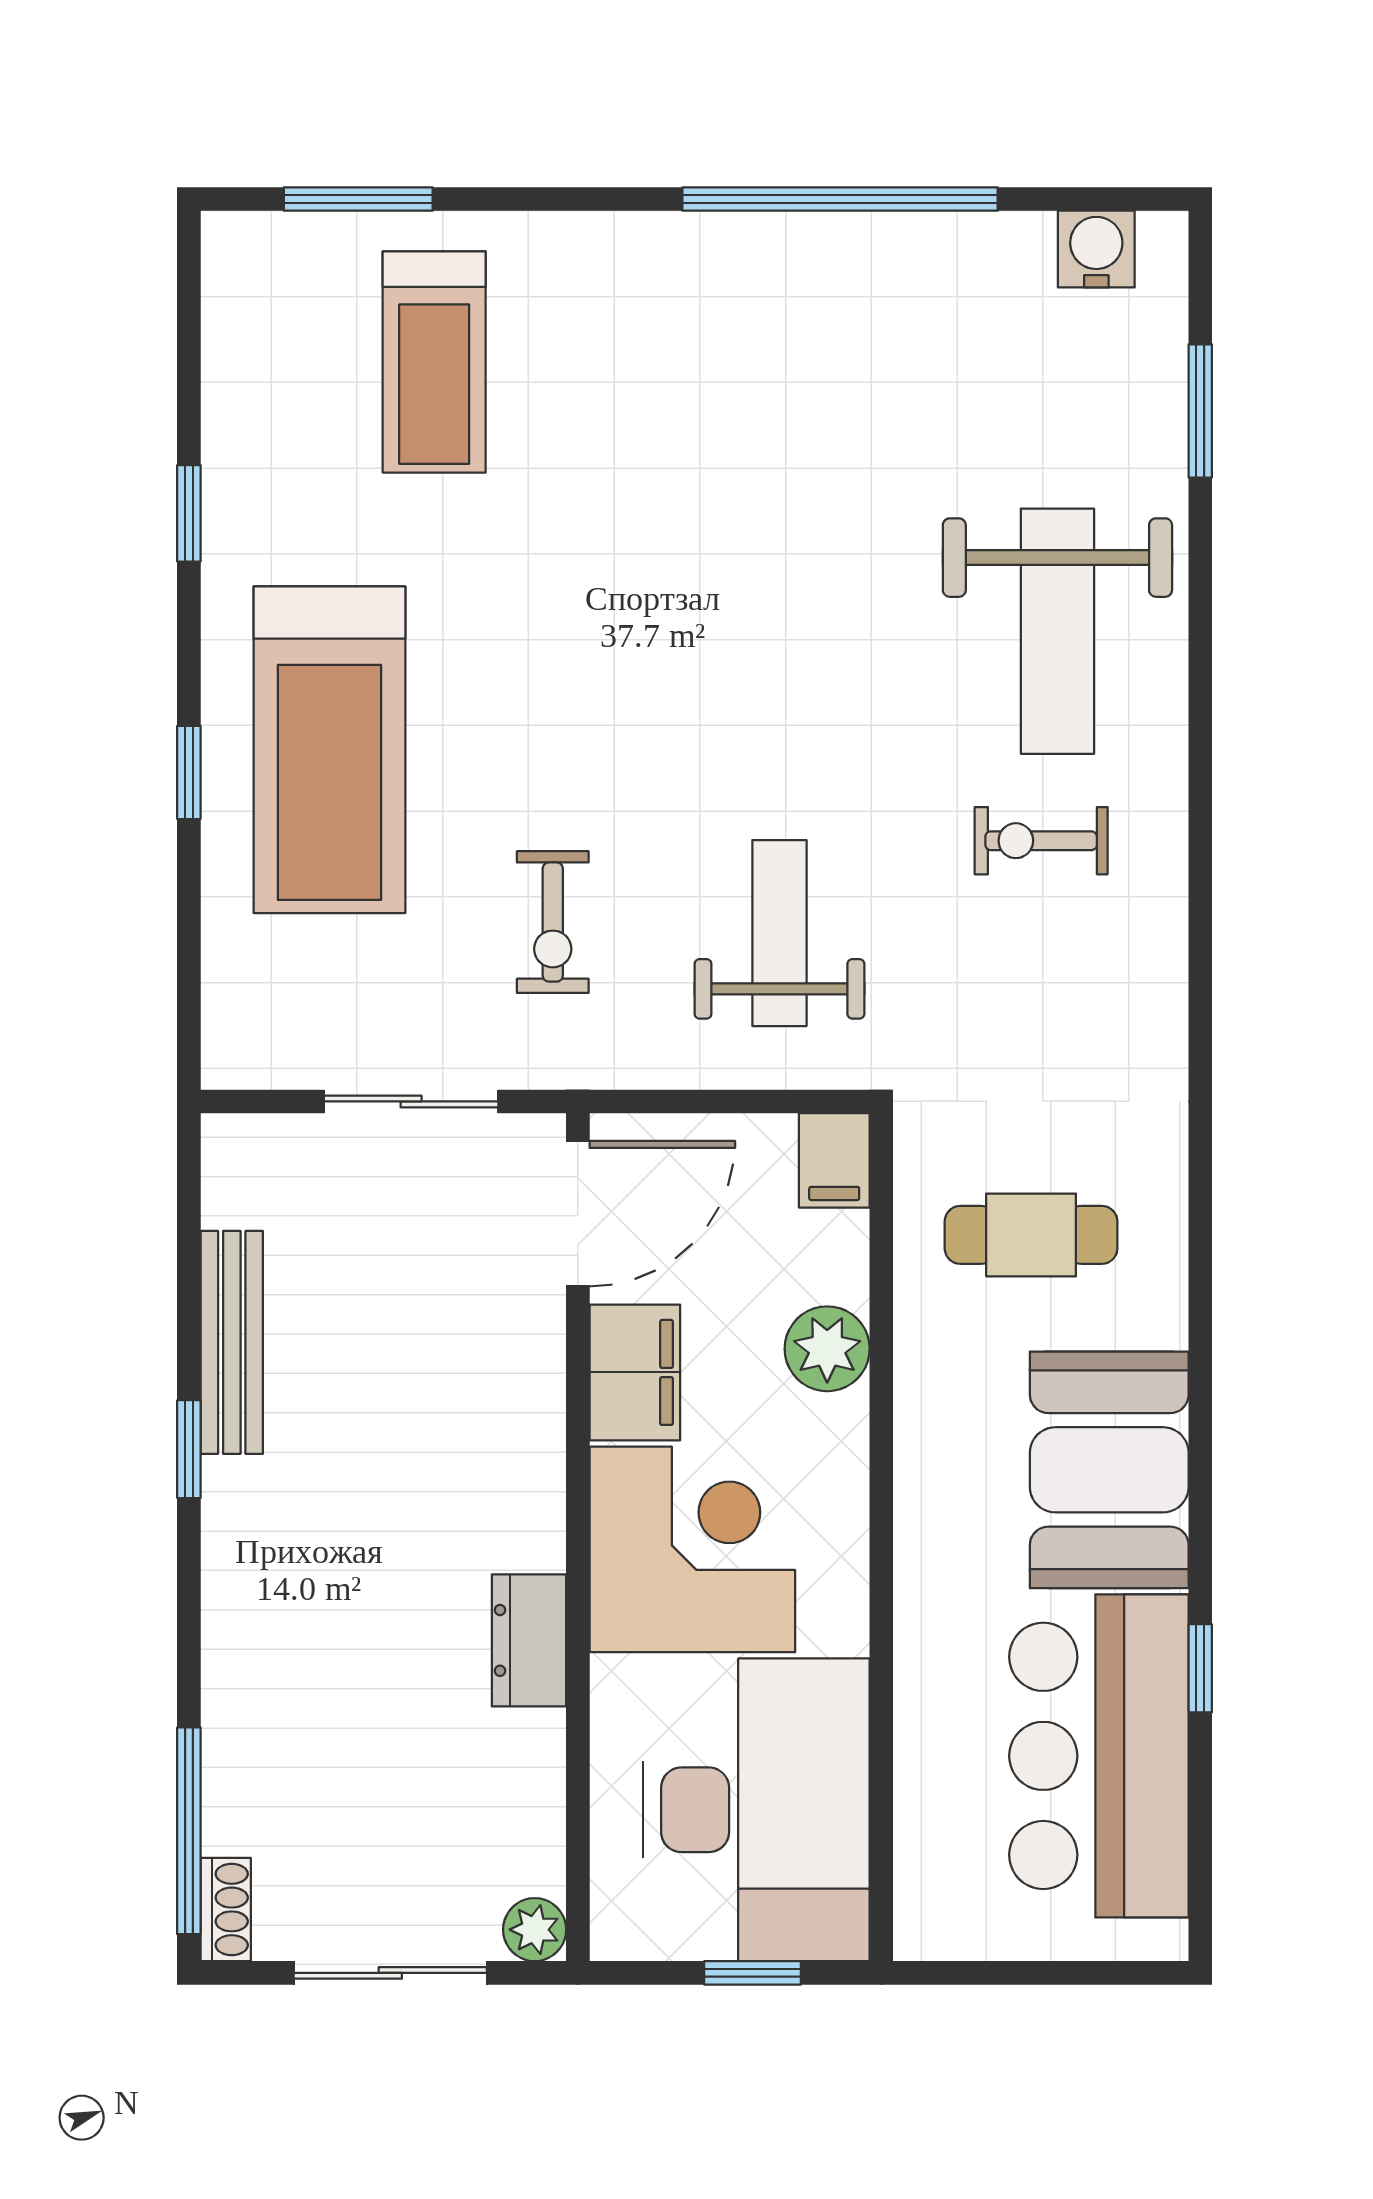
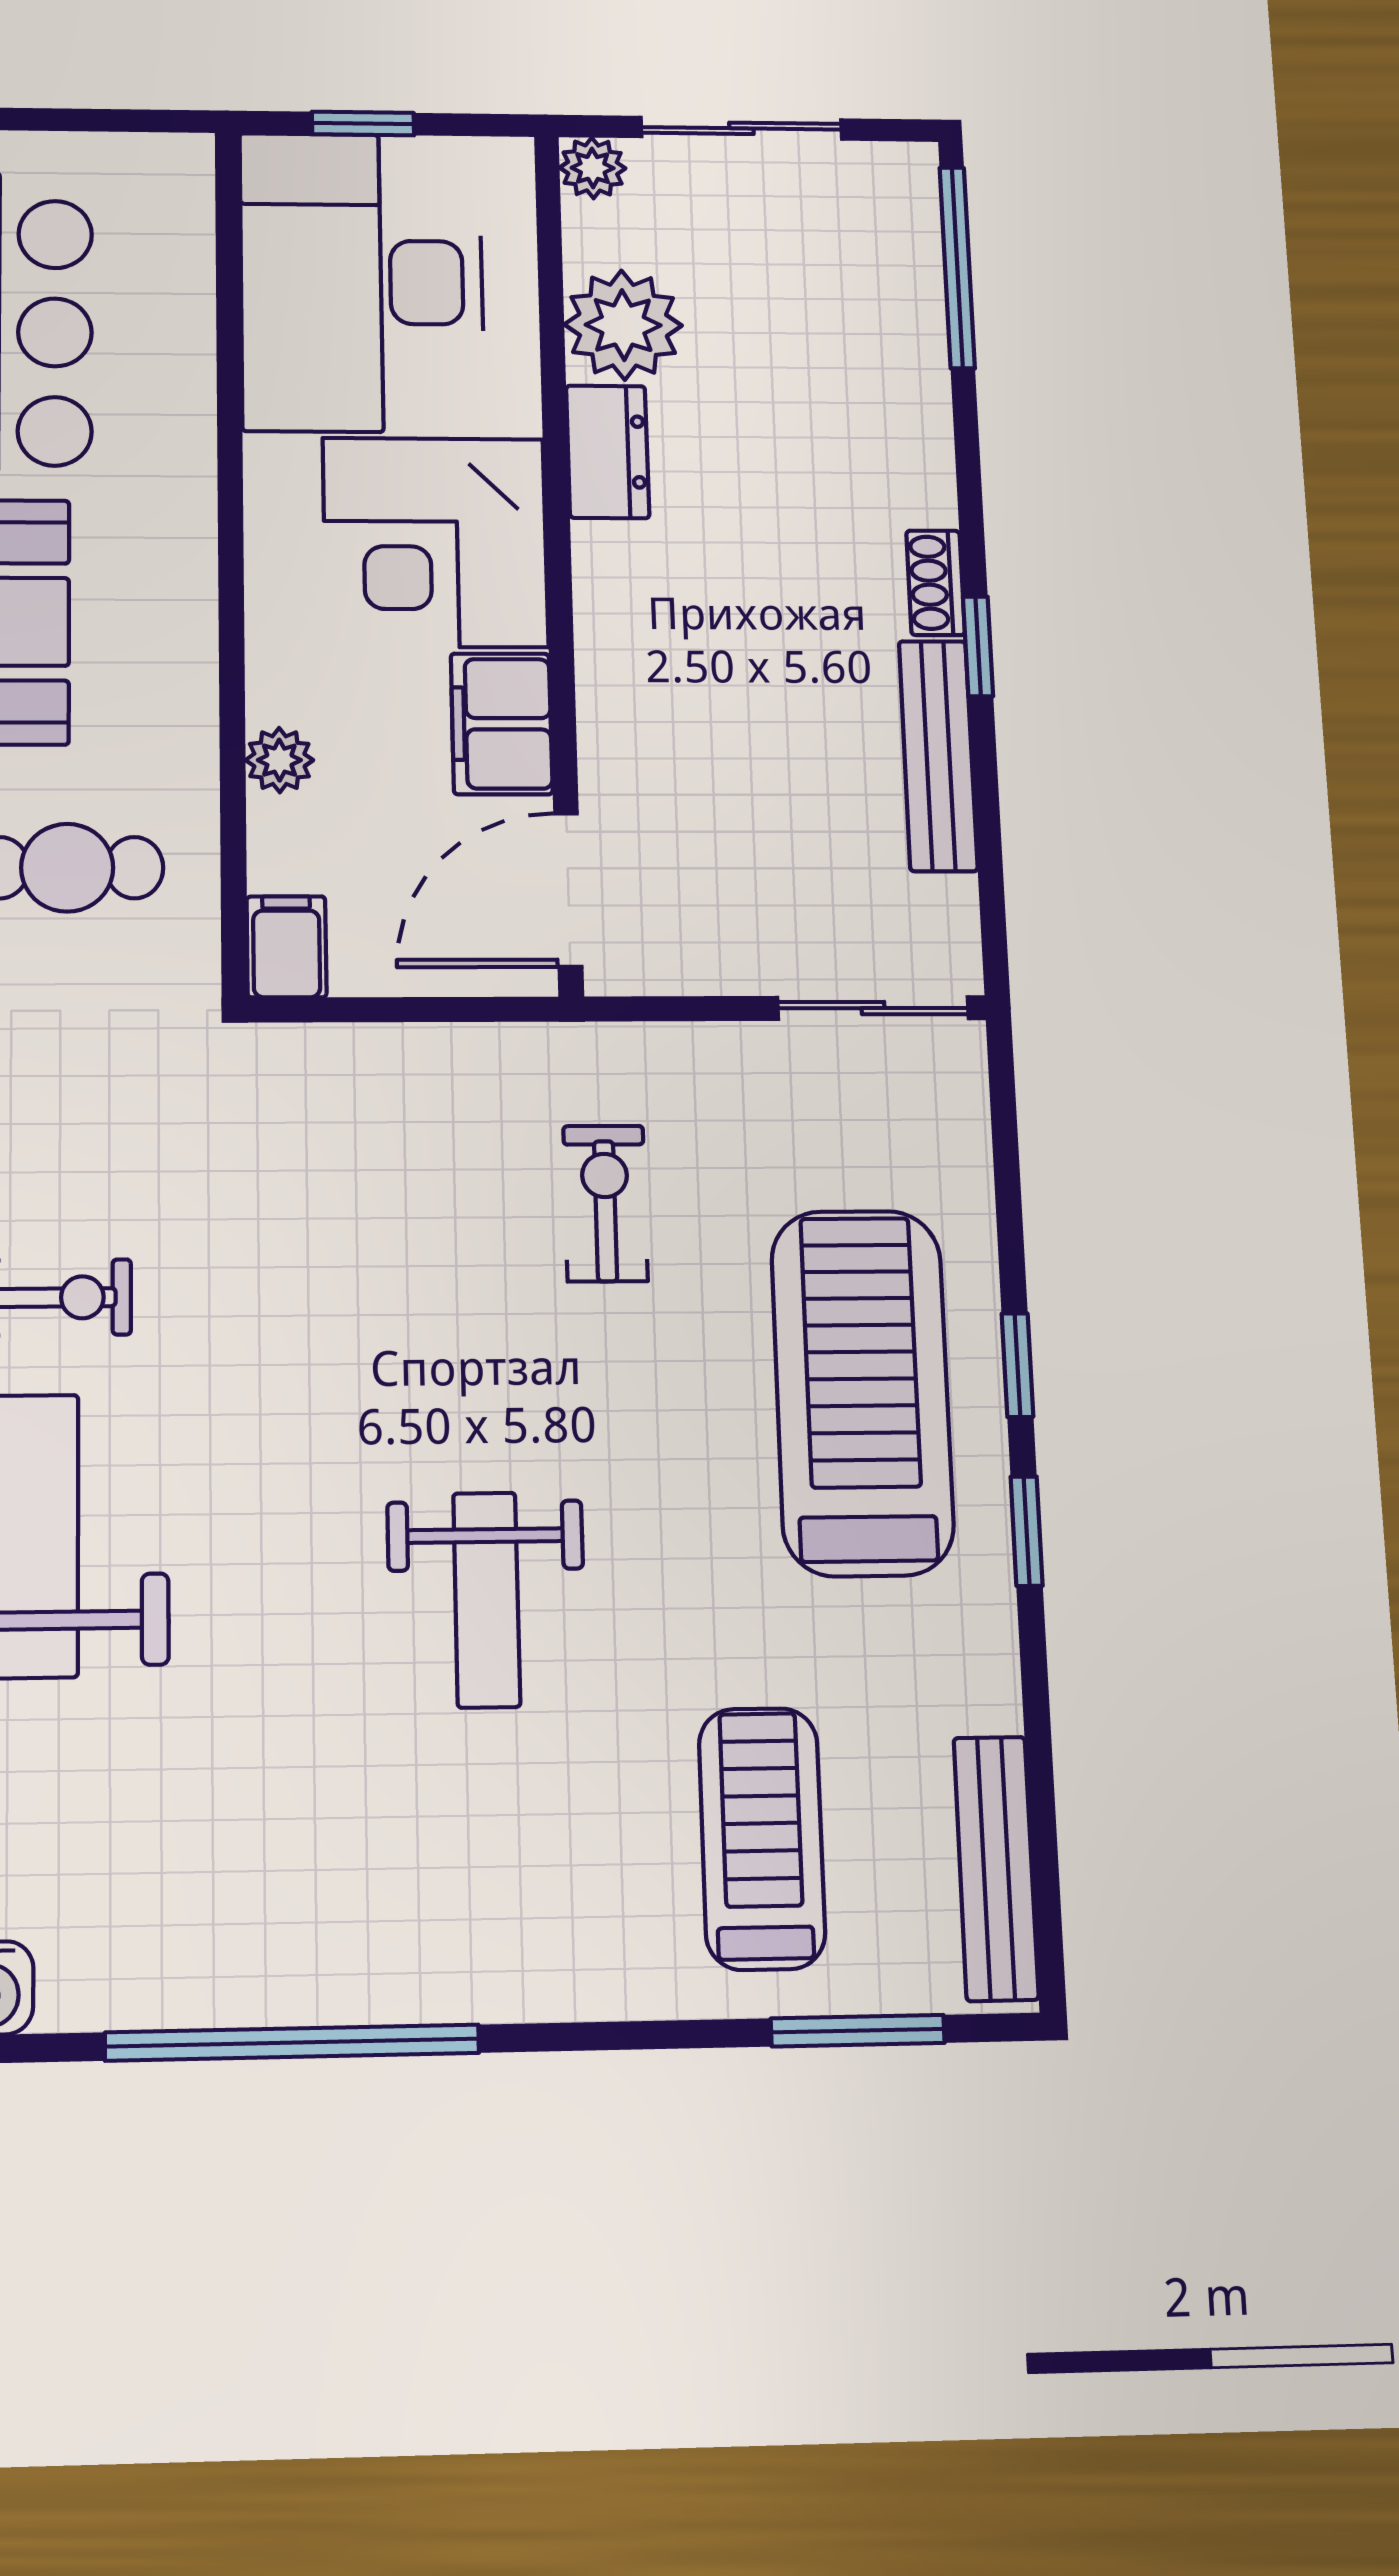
bench: (232, 333) -> (996, 1868), added
window: (189, 513) -> (1027, 1531), moved
weight bench: (779, 933) -> (487, 1600), moved
sliding door: (411, 1101) -> (873, 1008), moved
plant: (827, 1349) -> (279, 760), width x0.73, depth x0.73
plant: (510, 1768) -> (623, 325), added
shoe rack: (226, 1909) -> (936, 583), moved

